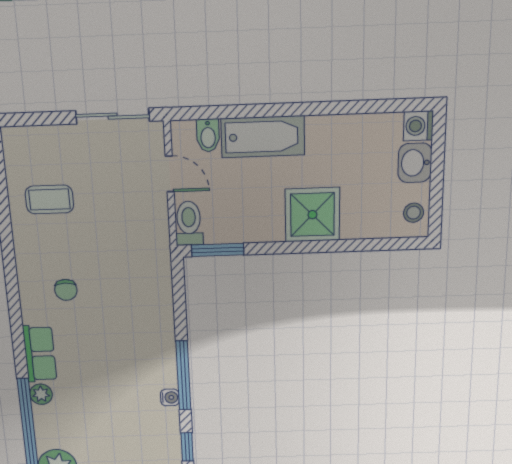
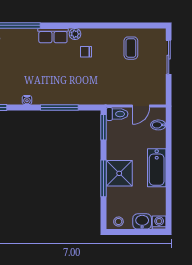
sliding door: (113, 116) -> (169, 57), moved
bathtub: (263, 137) -> (157, 168), moved
window: (323, 246) -> (104, 178), added
window: (183, 376) -> (59, 107), moved
plant: (41, 394) -> (75, 34), moved

